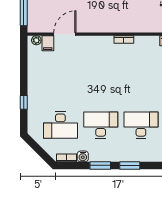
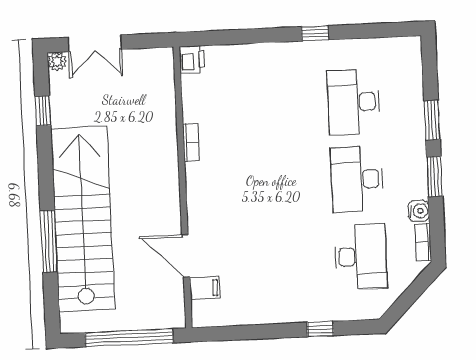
plant: (36, 40) -> (200, 310), removed

